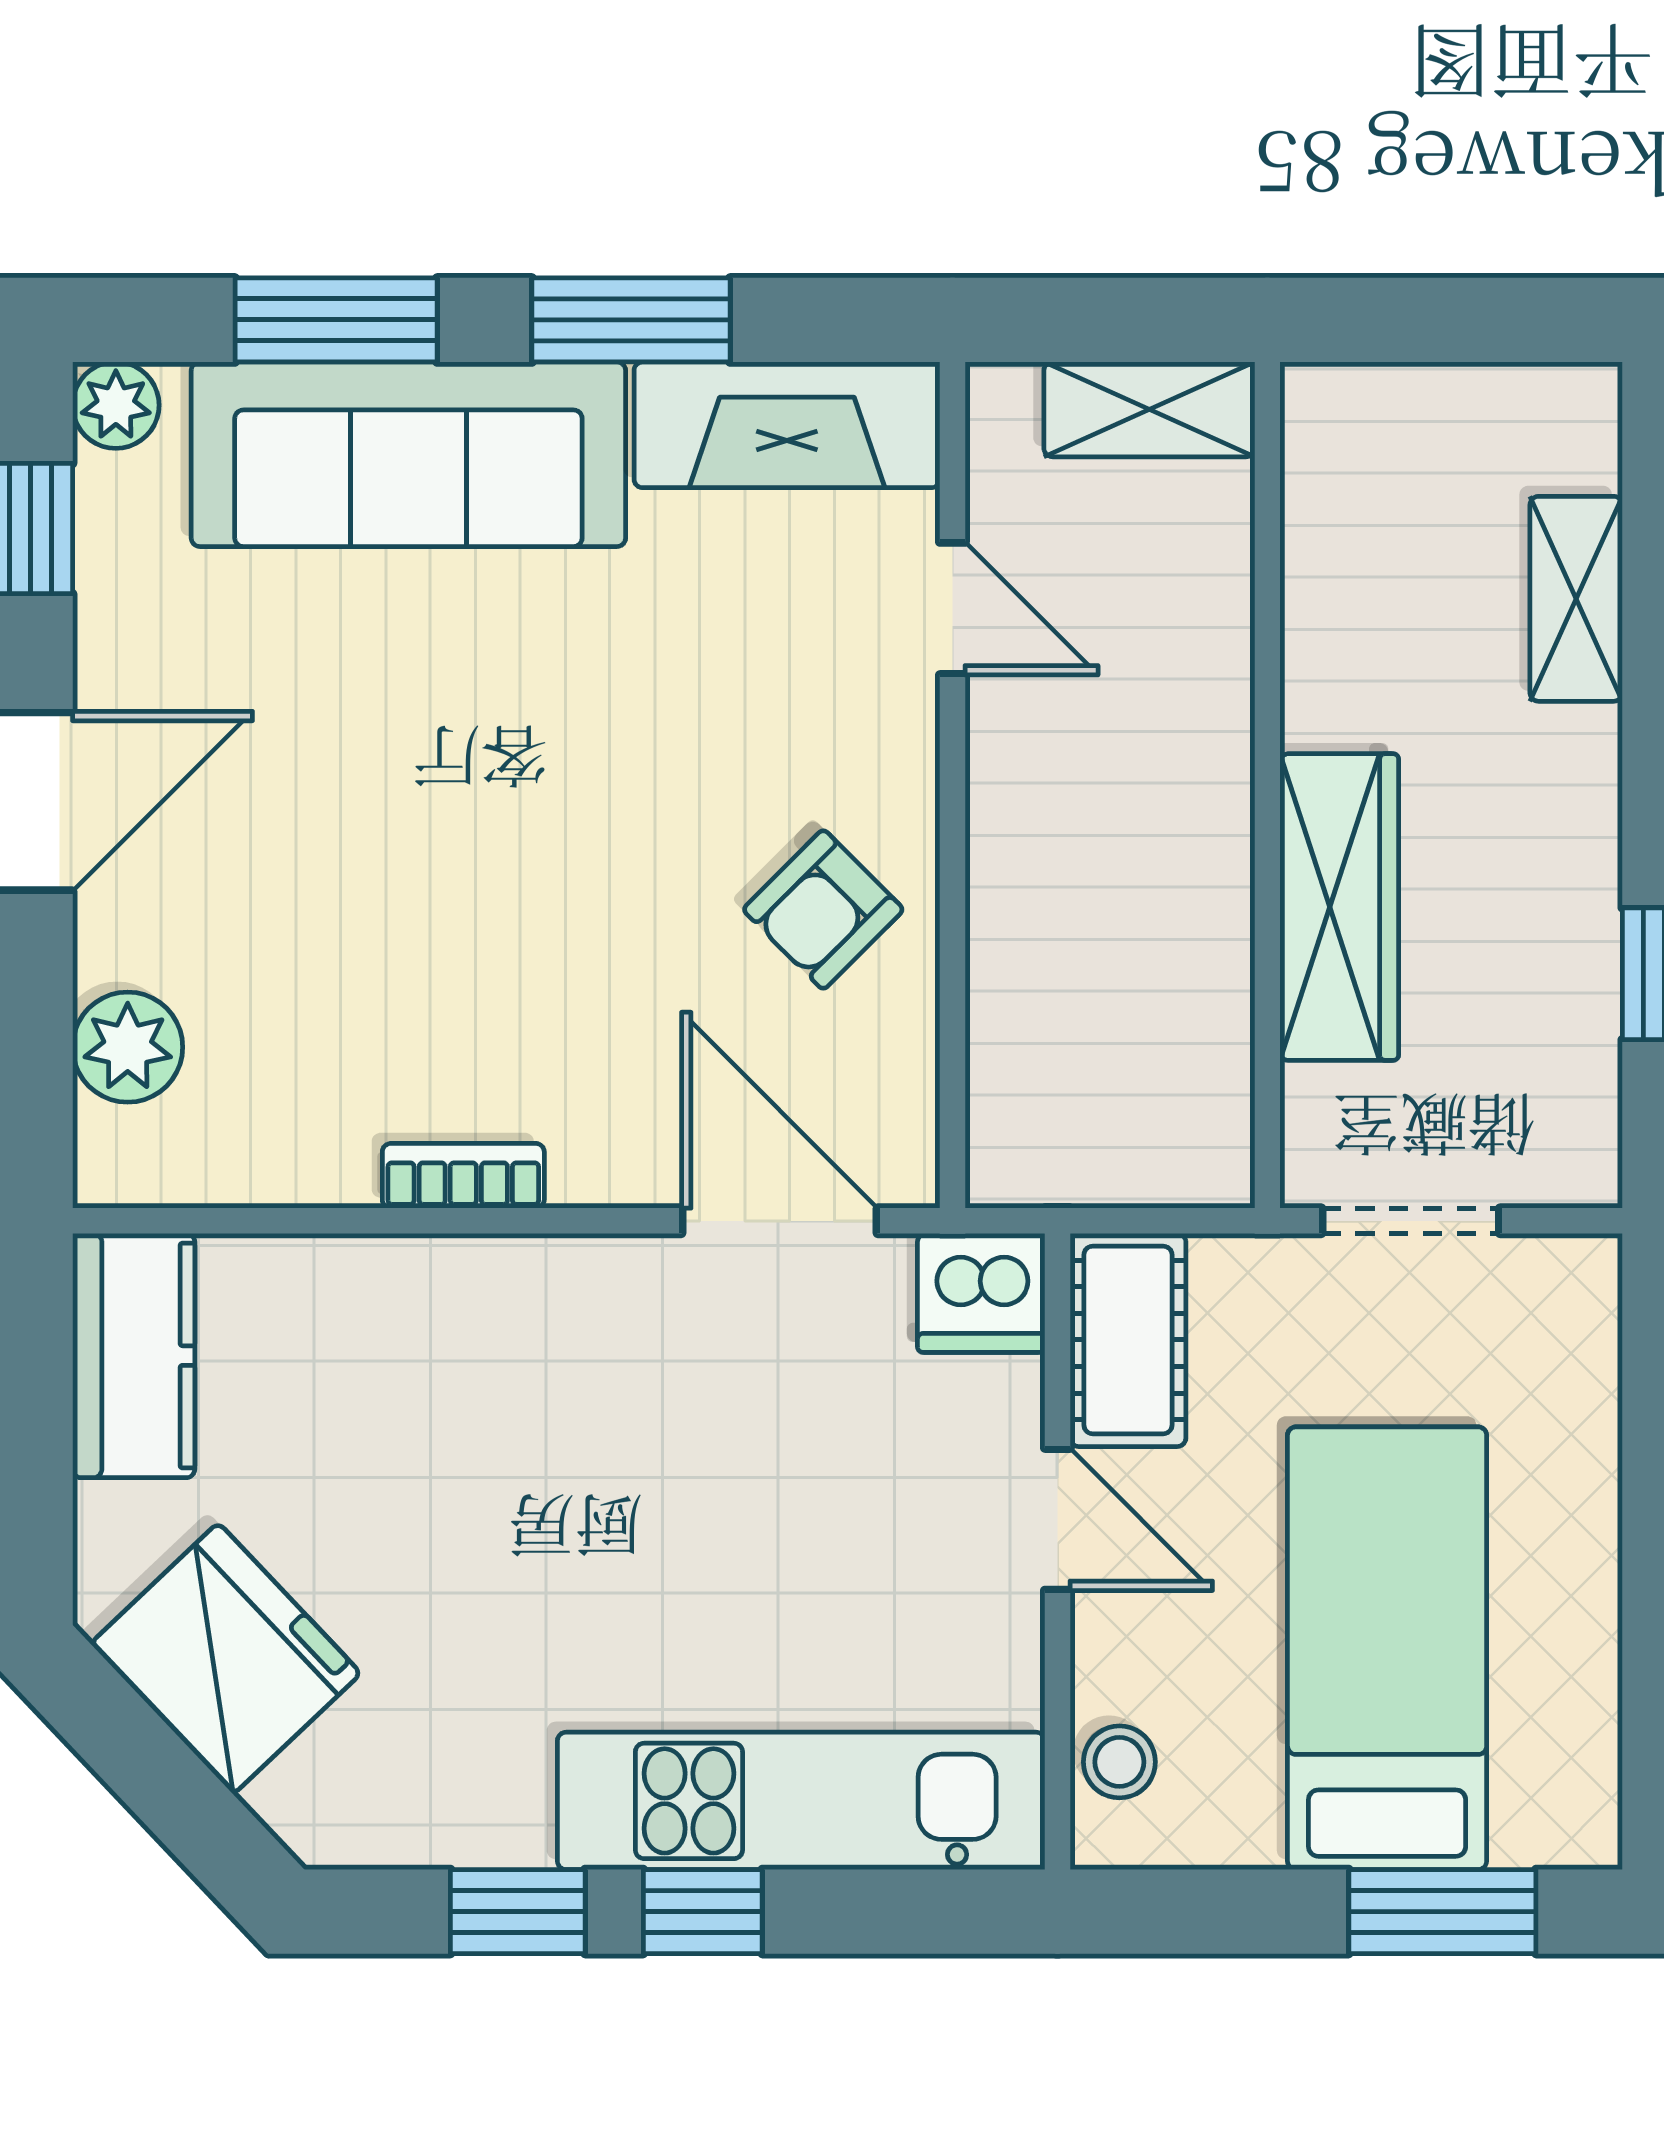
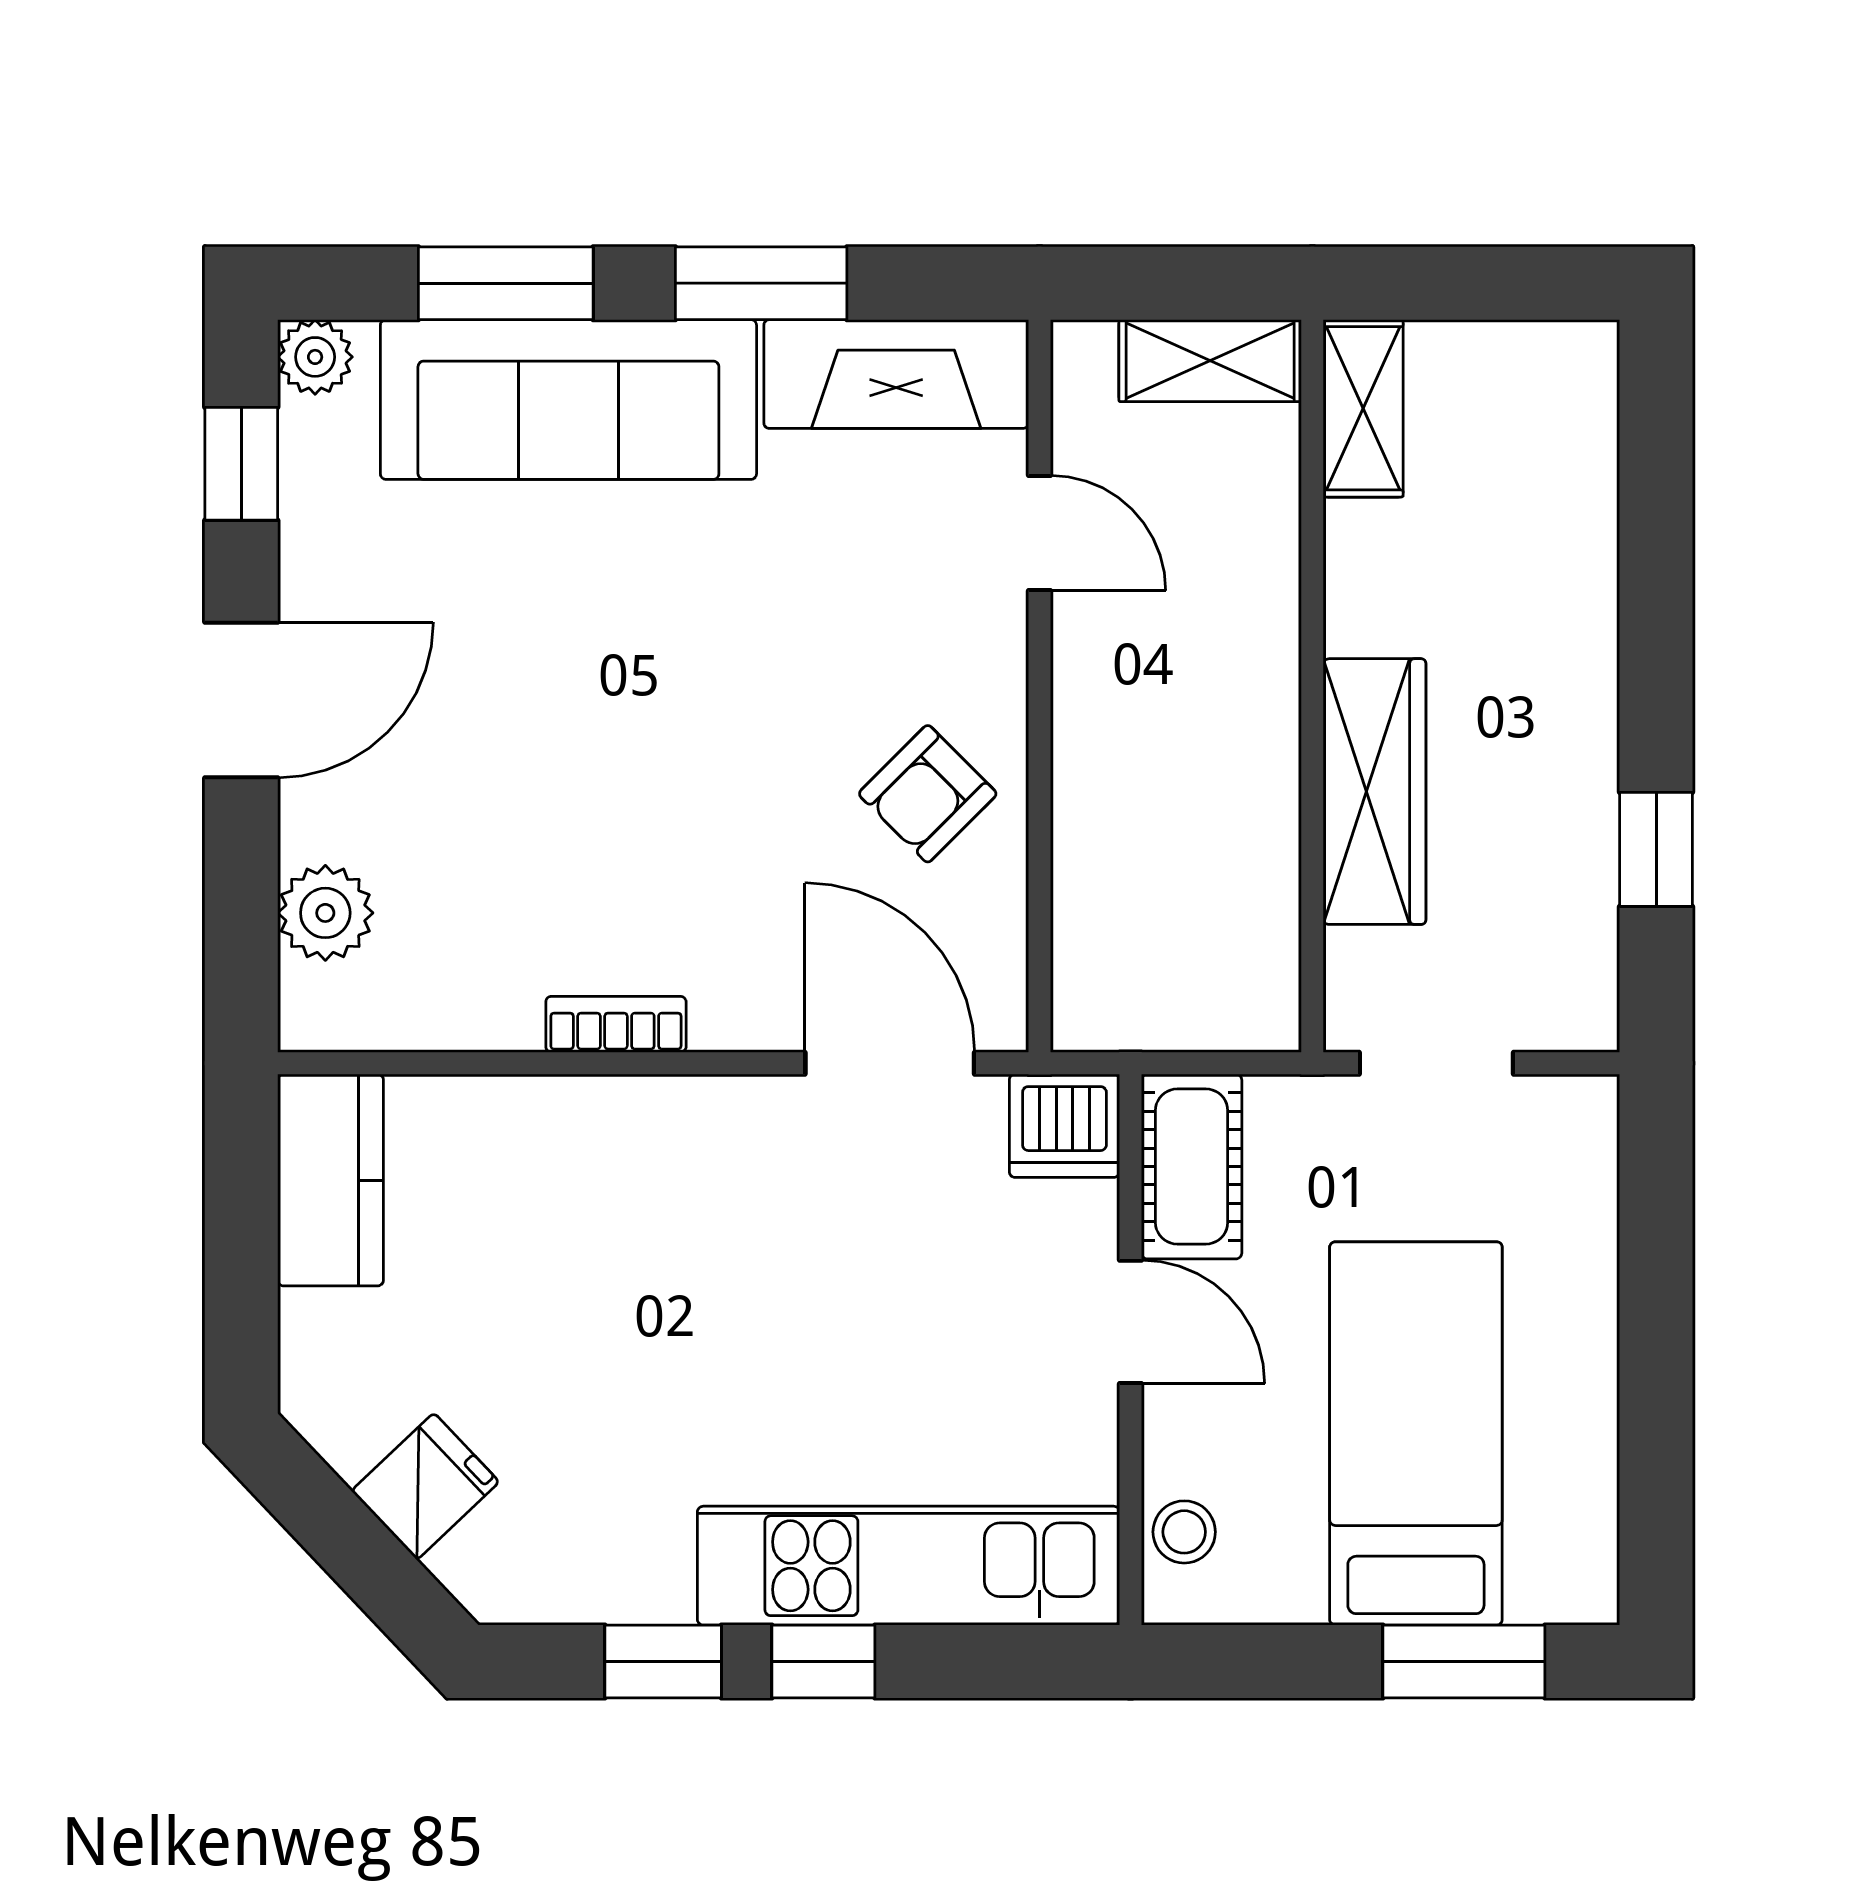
shelving: (1576, 599) -> (1363, 408), moved
fridge: (226, 1658) -> (425, 1486), width x0.53, depth x0.75

